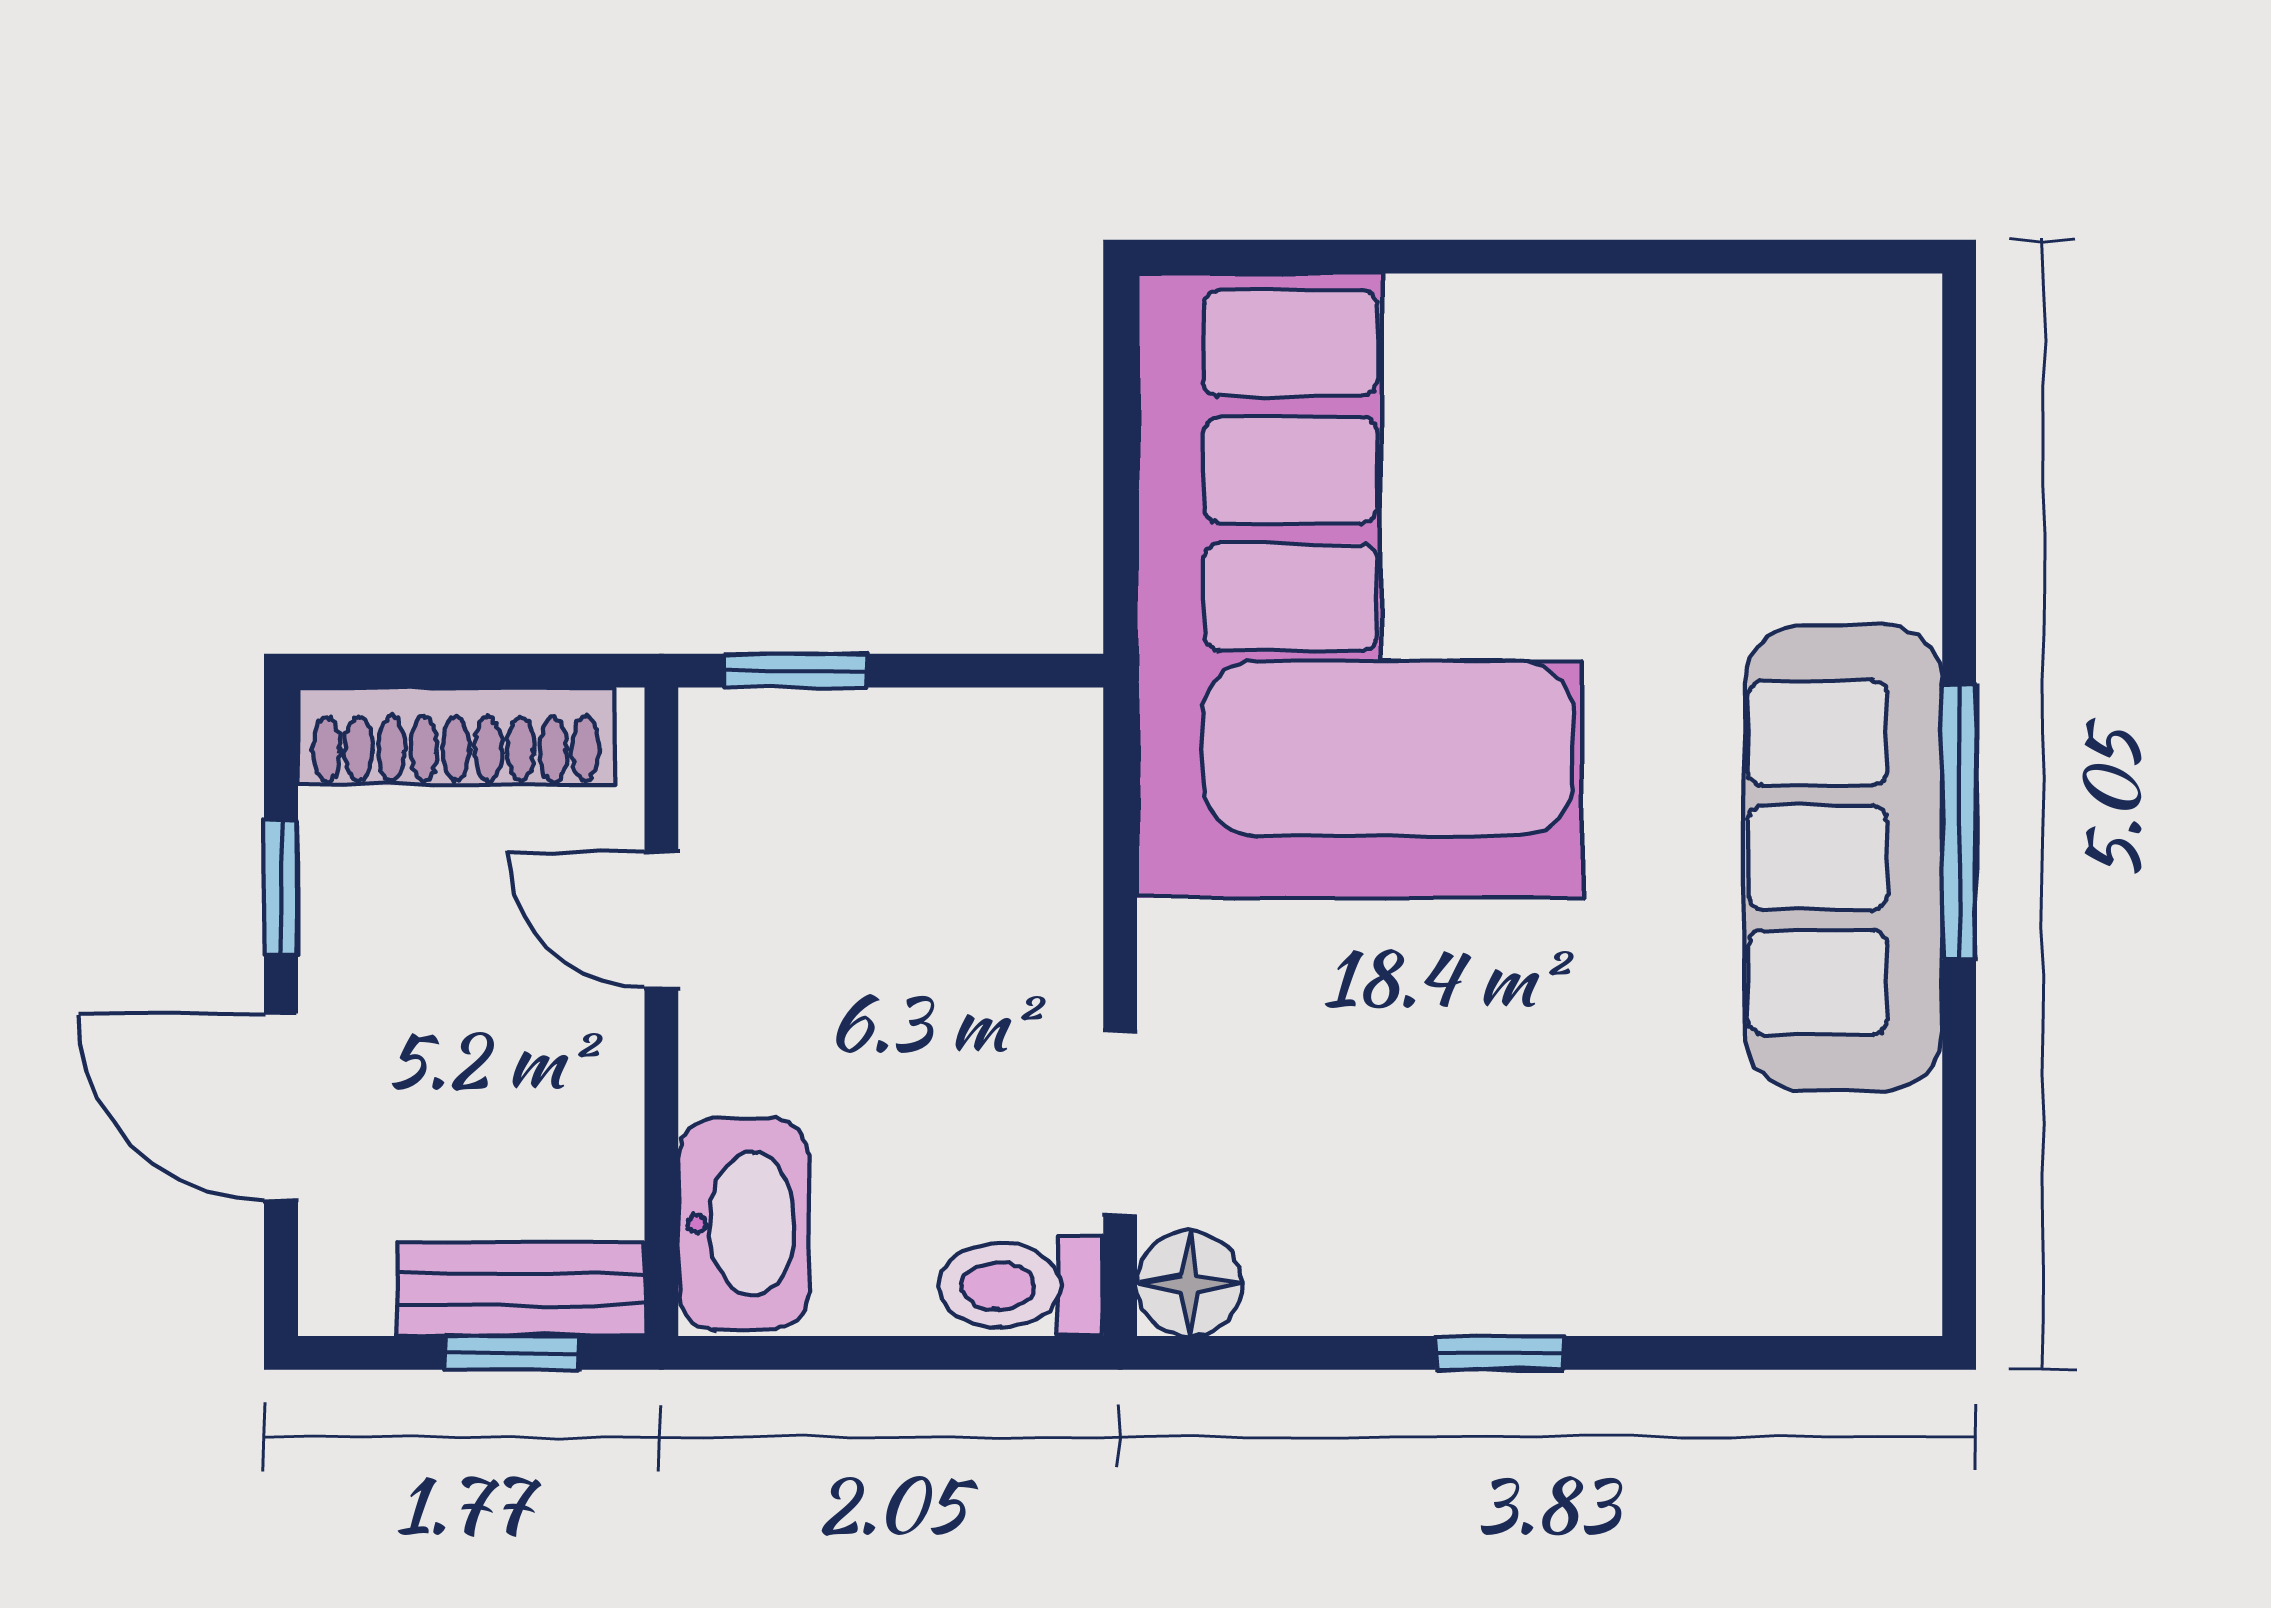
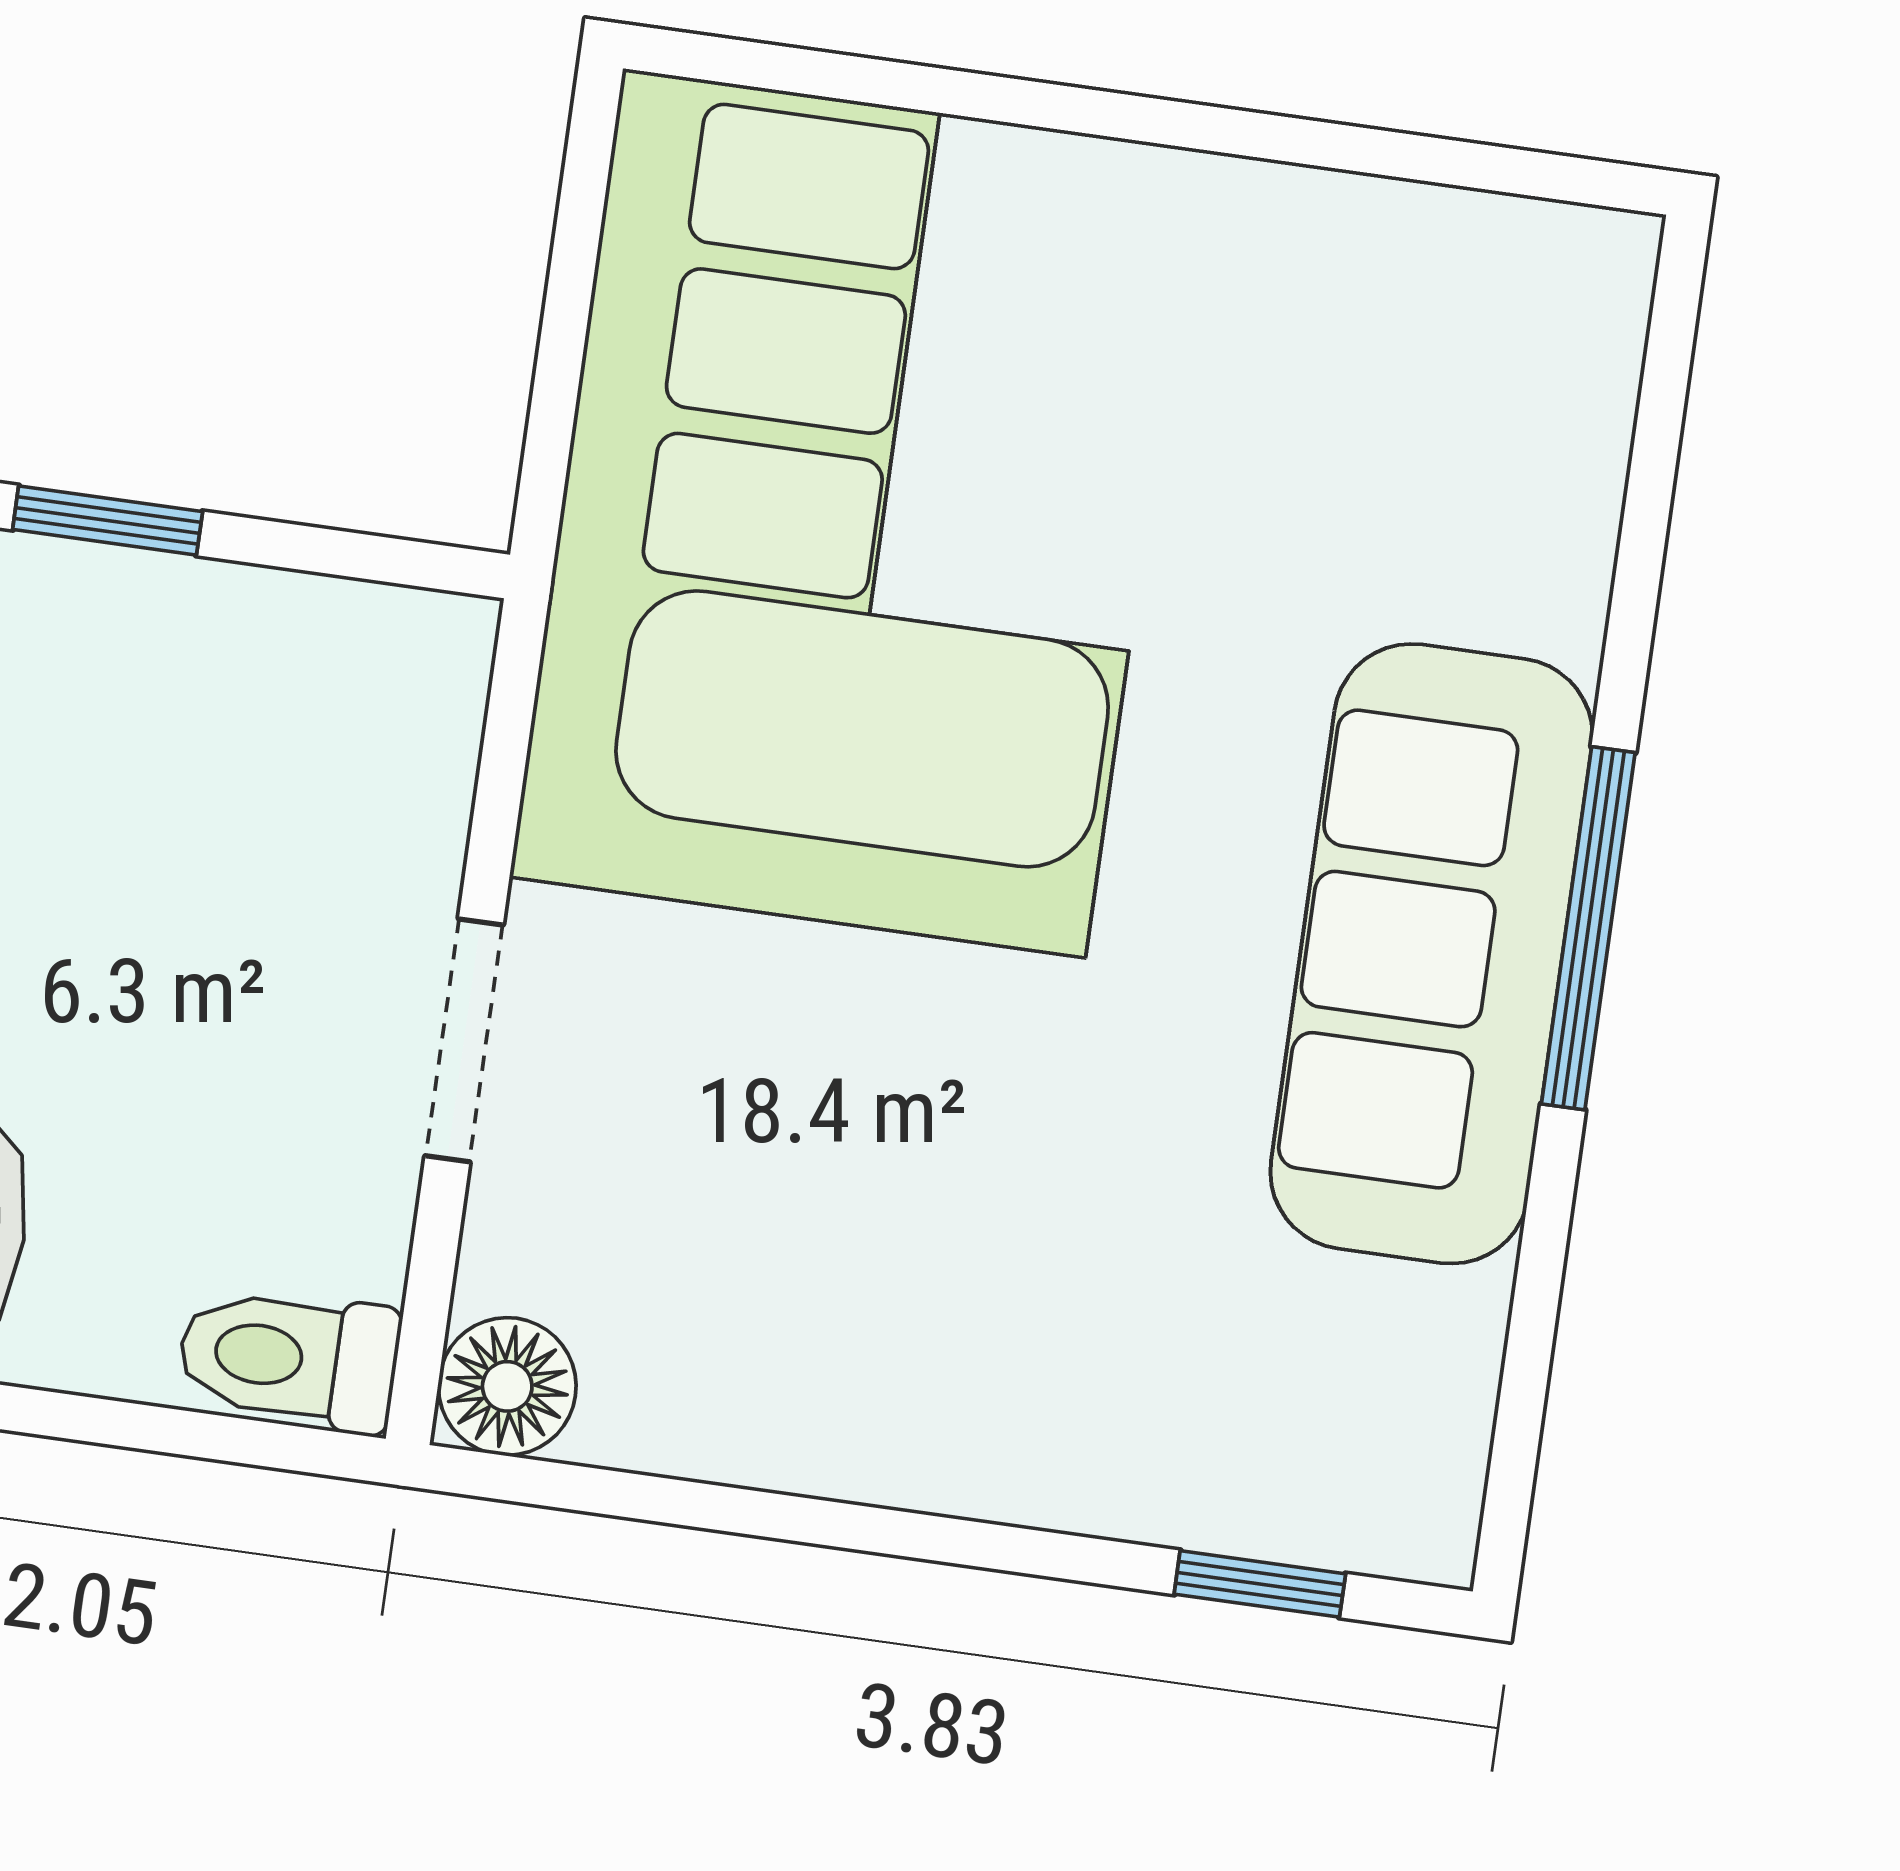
doorway: (1120, 1123) -> (464, 1040), moved
window: (1500, 1353) -> (1260, 1584), moved

